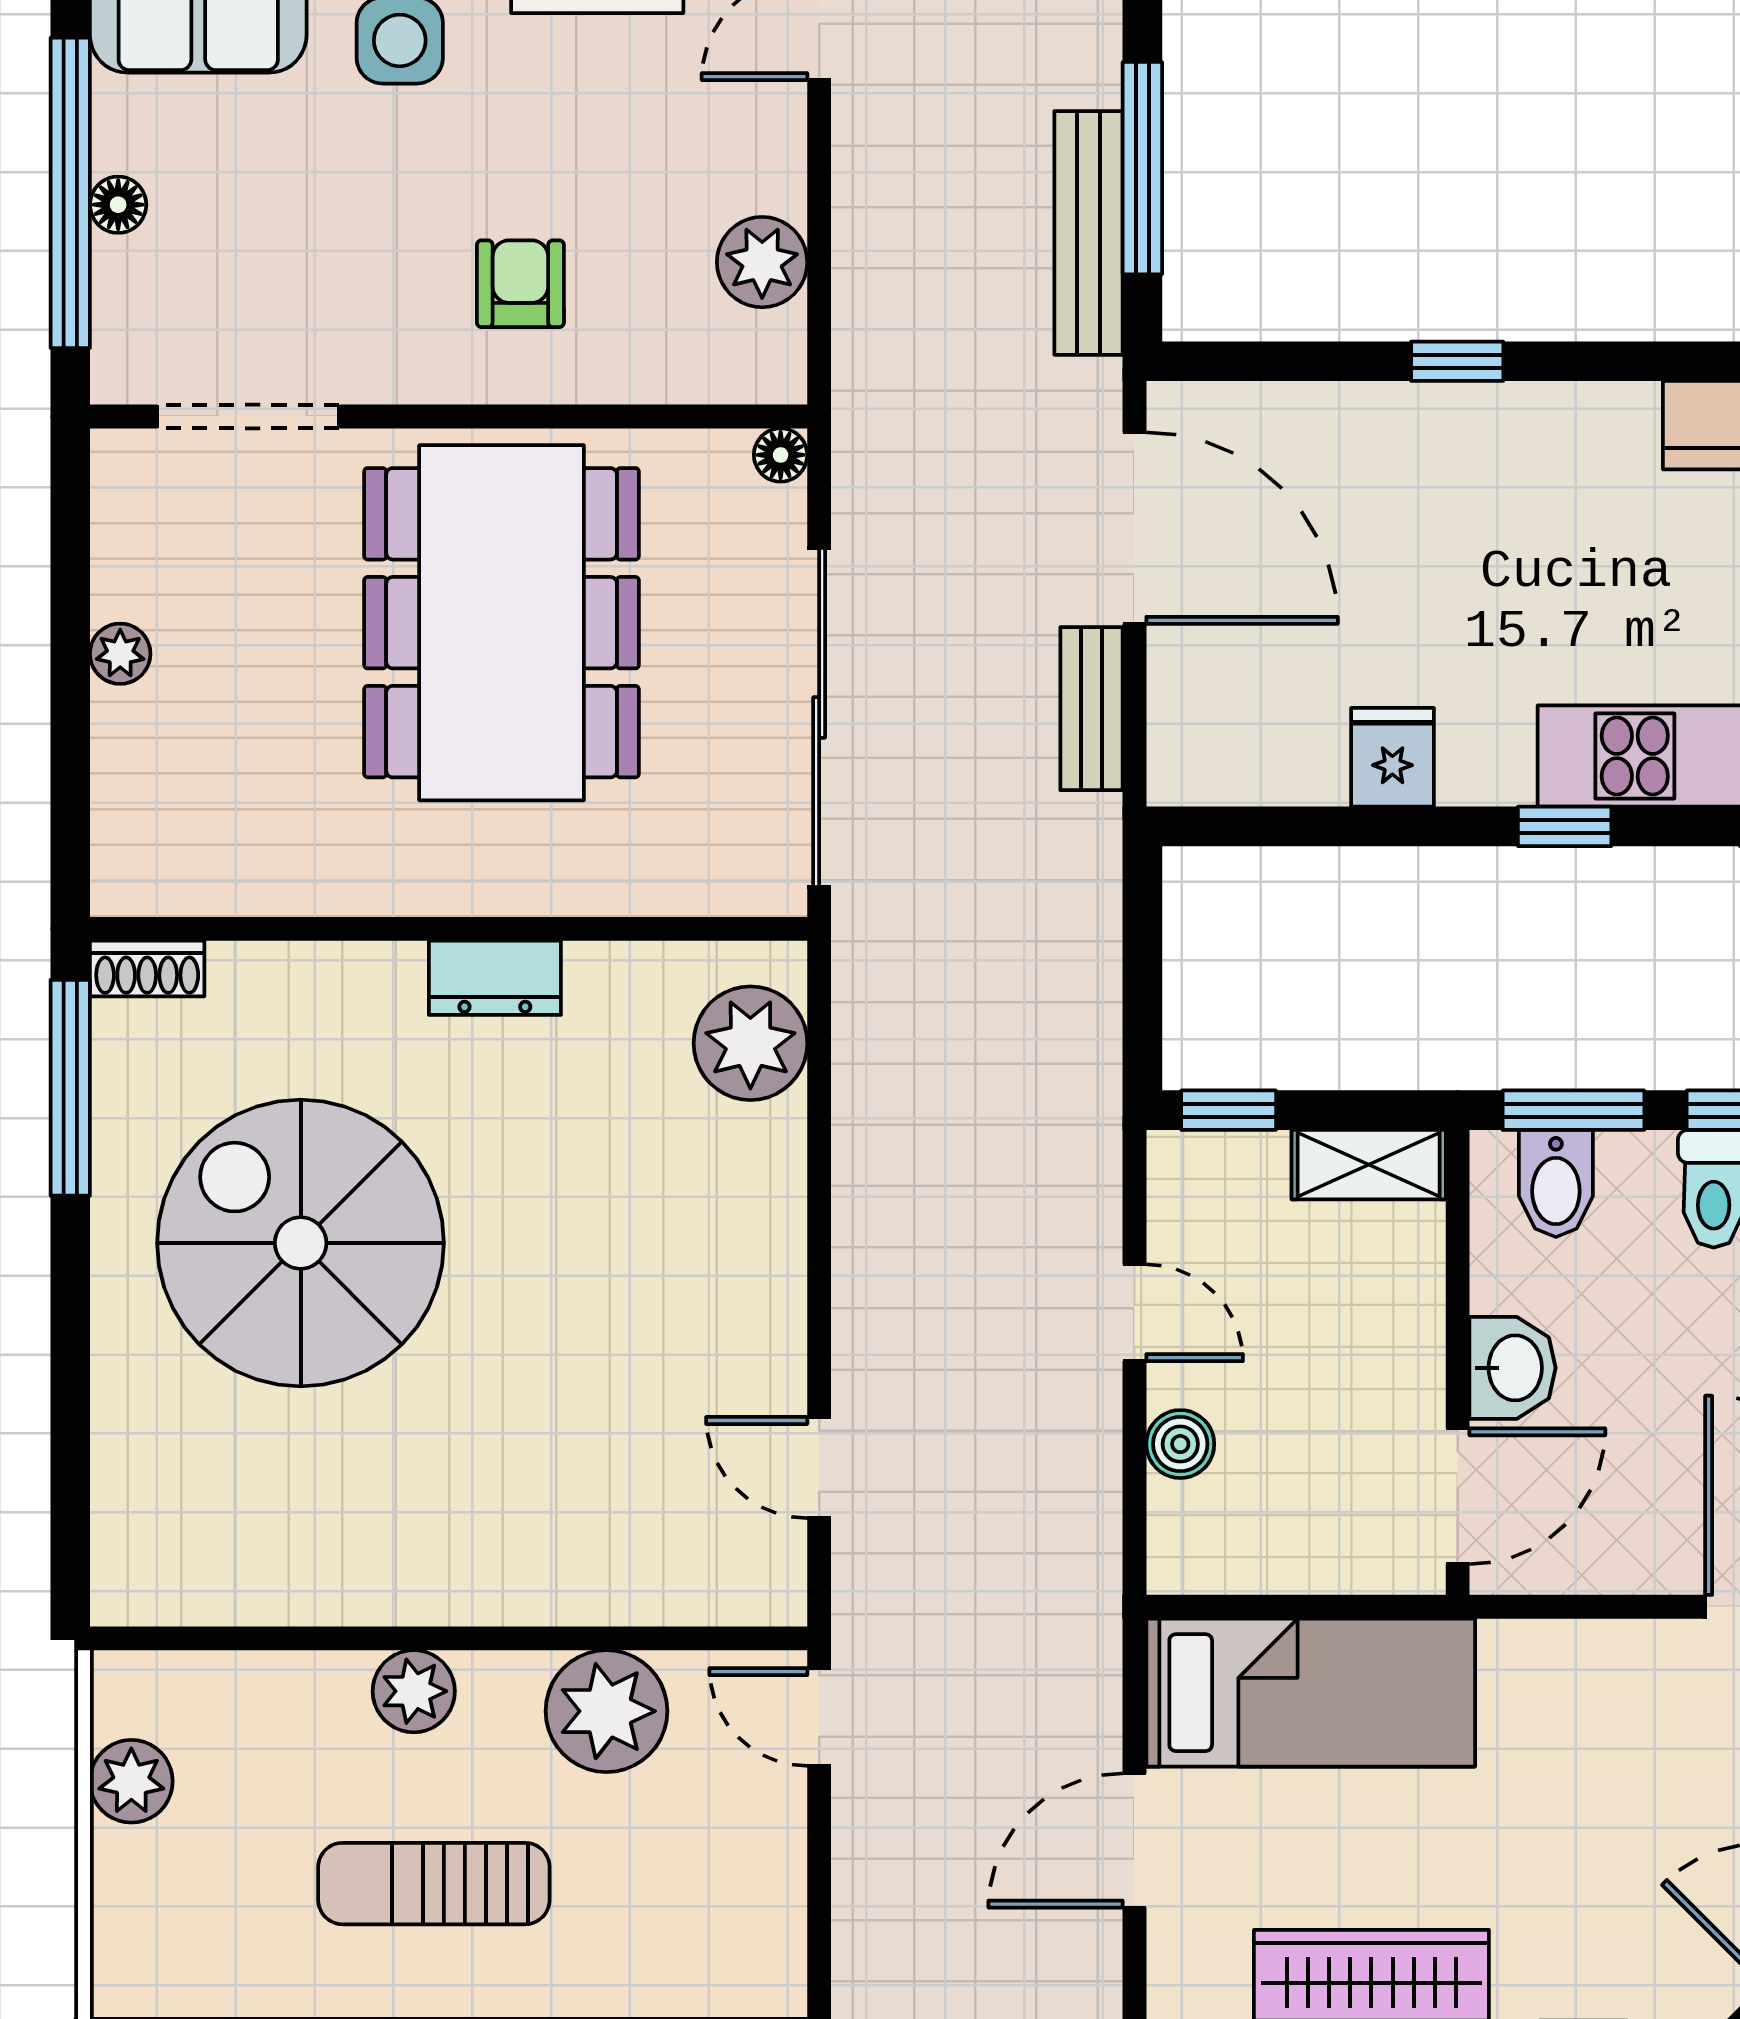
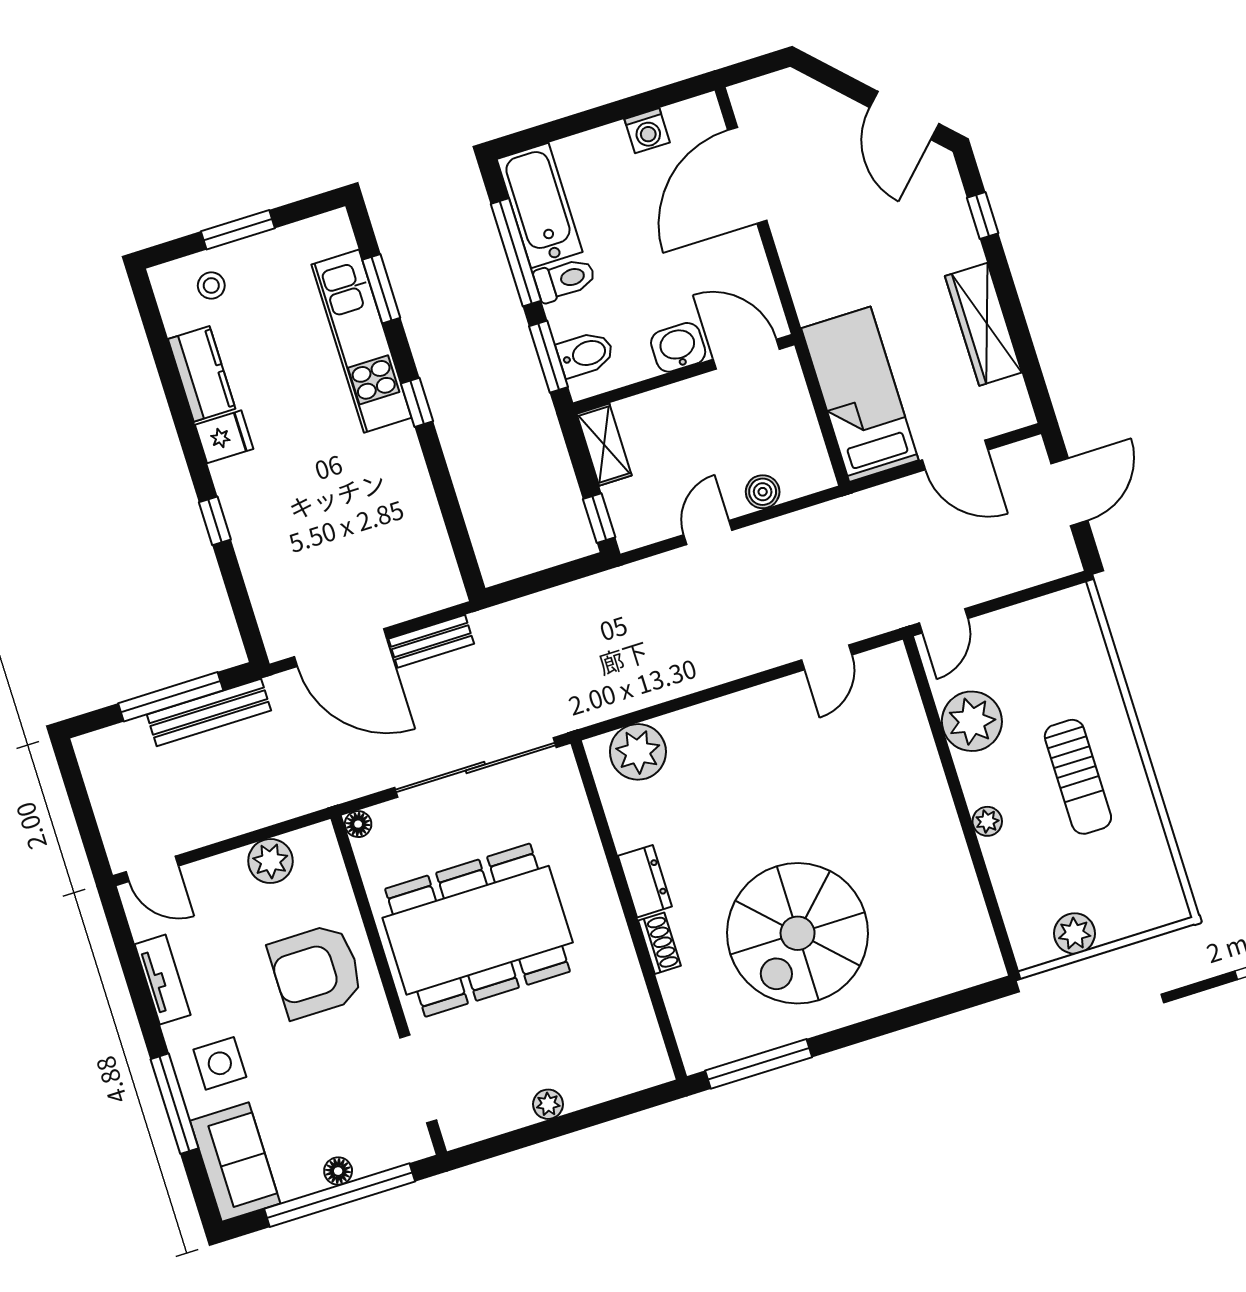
armchair: (520, 284) -> (316, 971), width x1.88, depth x1.88
door: (1134, 528) -> (340, 648), swing flipped
fridge: (1392, 757) -> (224, 437), moved, turned 180
shoe rack: (147, 968) -> (660, 943), moved
plant: (414, 1691) -> (987, 821), width x0.73, depth x0.73

